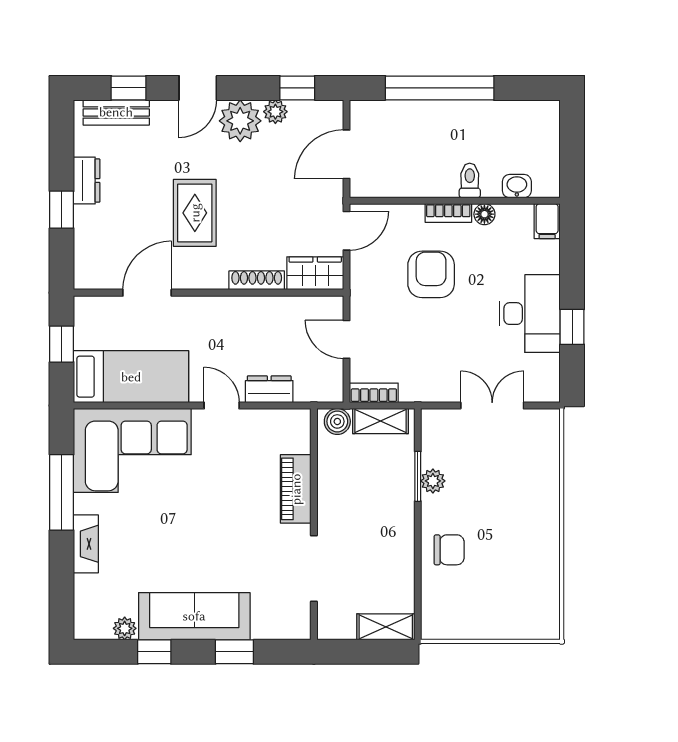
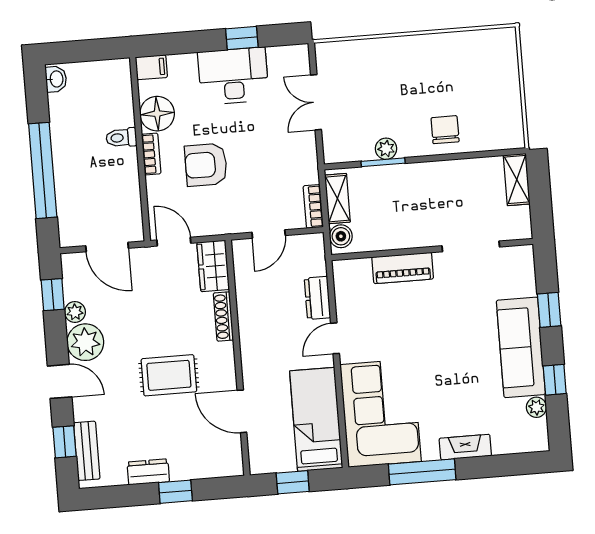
washbasin: (517, 186) -> (56, 79), moved, turned 180
floor lamp: (484, 214) -> (157, 114), width x1.89, depth x1.89

